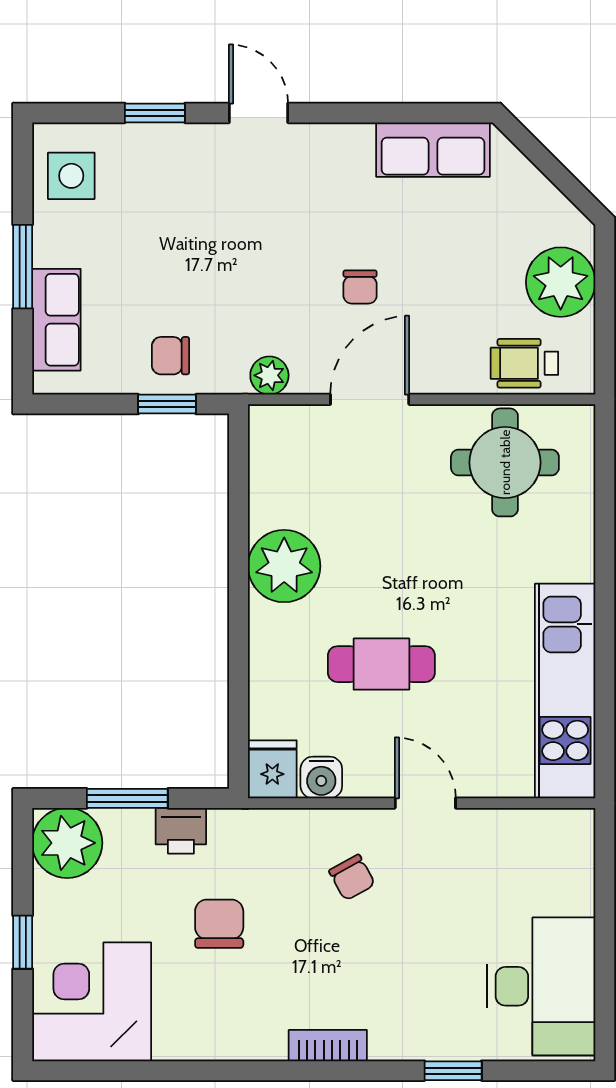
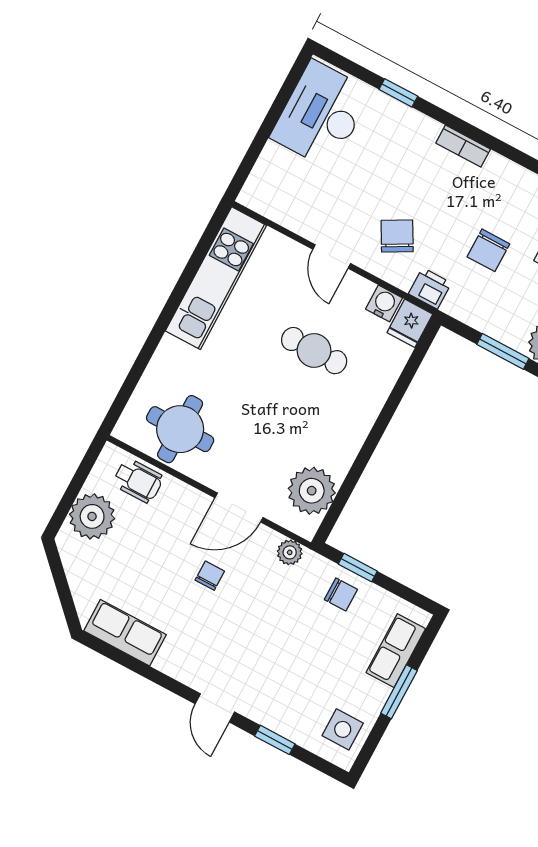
plant: (284, 566) -> (312, 491), moved
printer: (181, 831) -> (430, 288), moved
chair: (352, 877) -> (397, 236), width x1.37, depth x1.37

